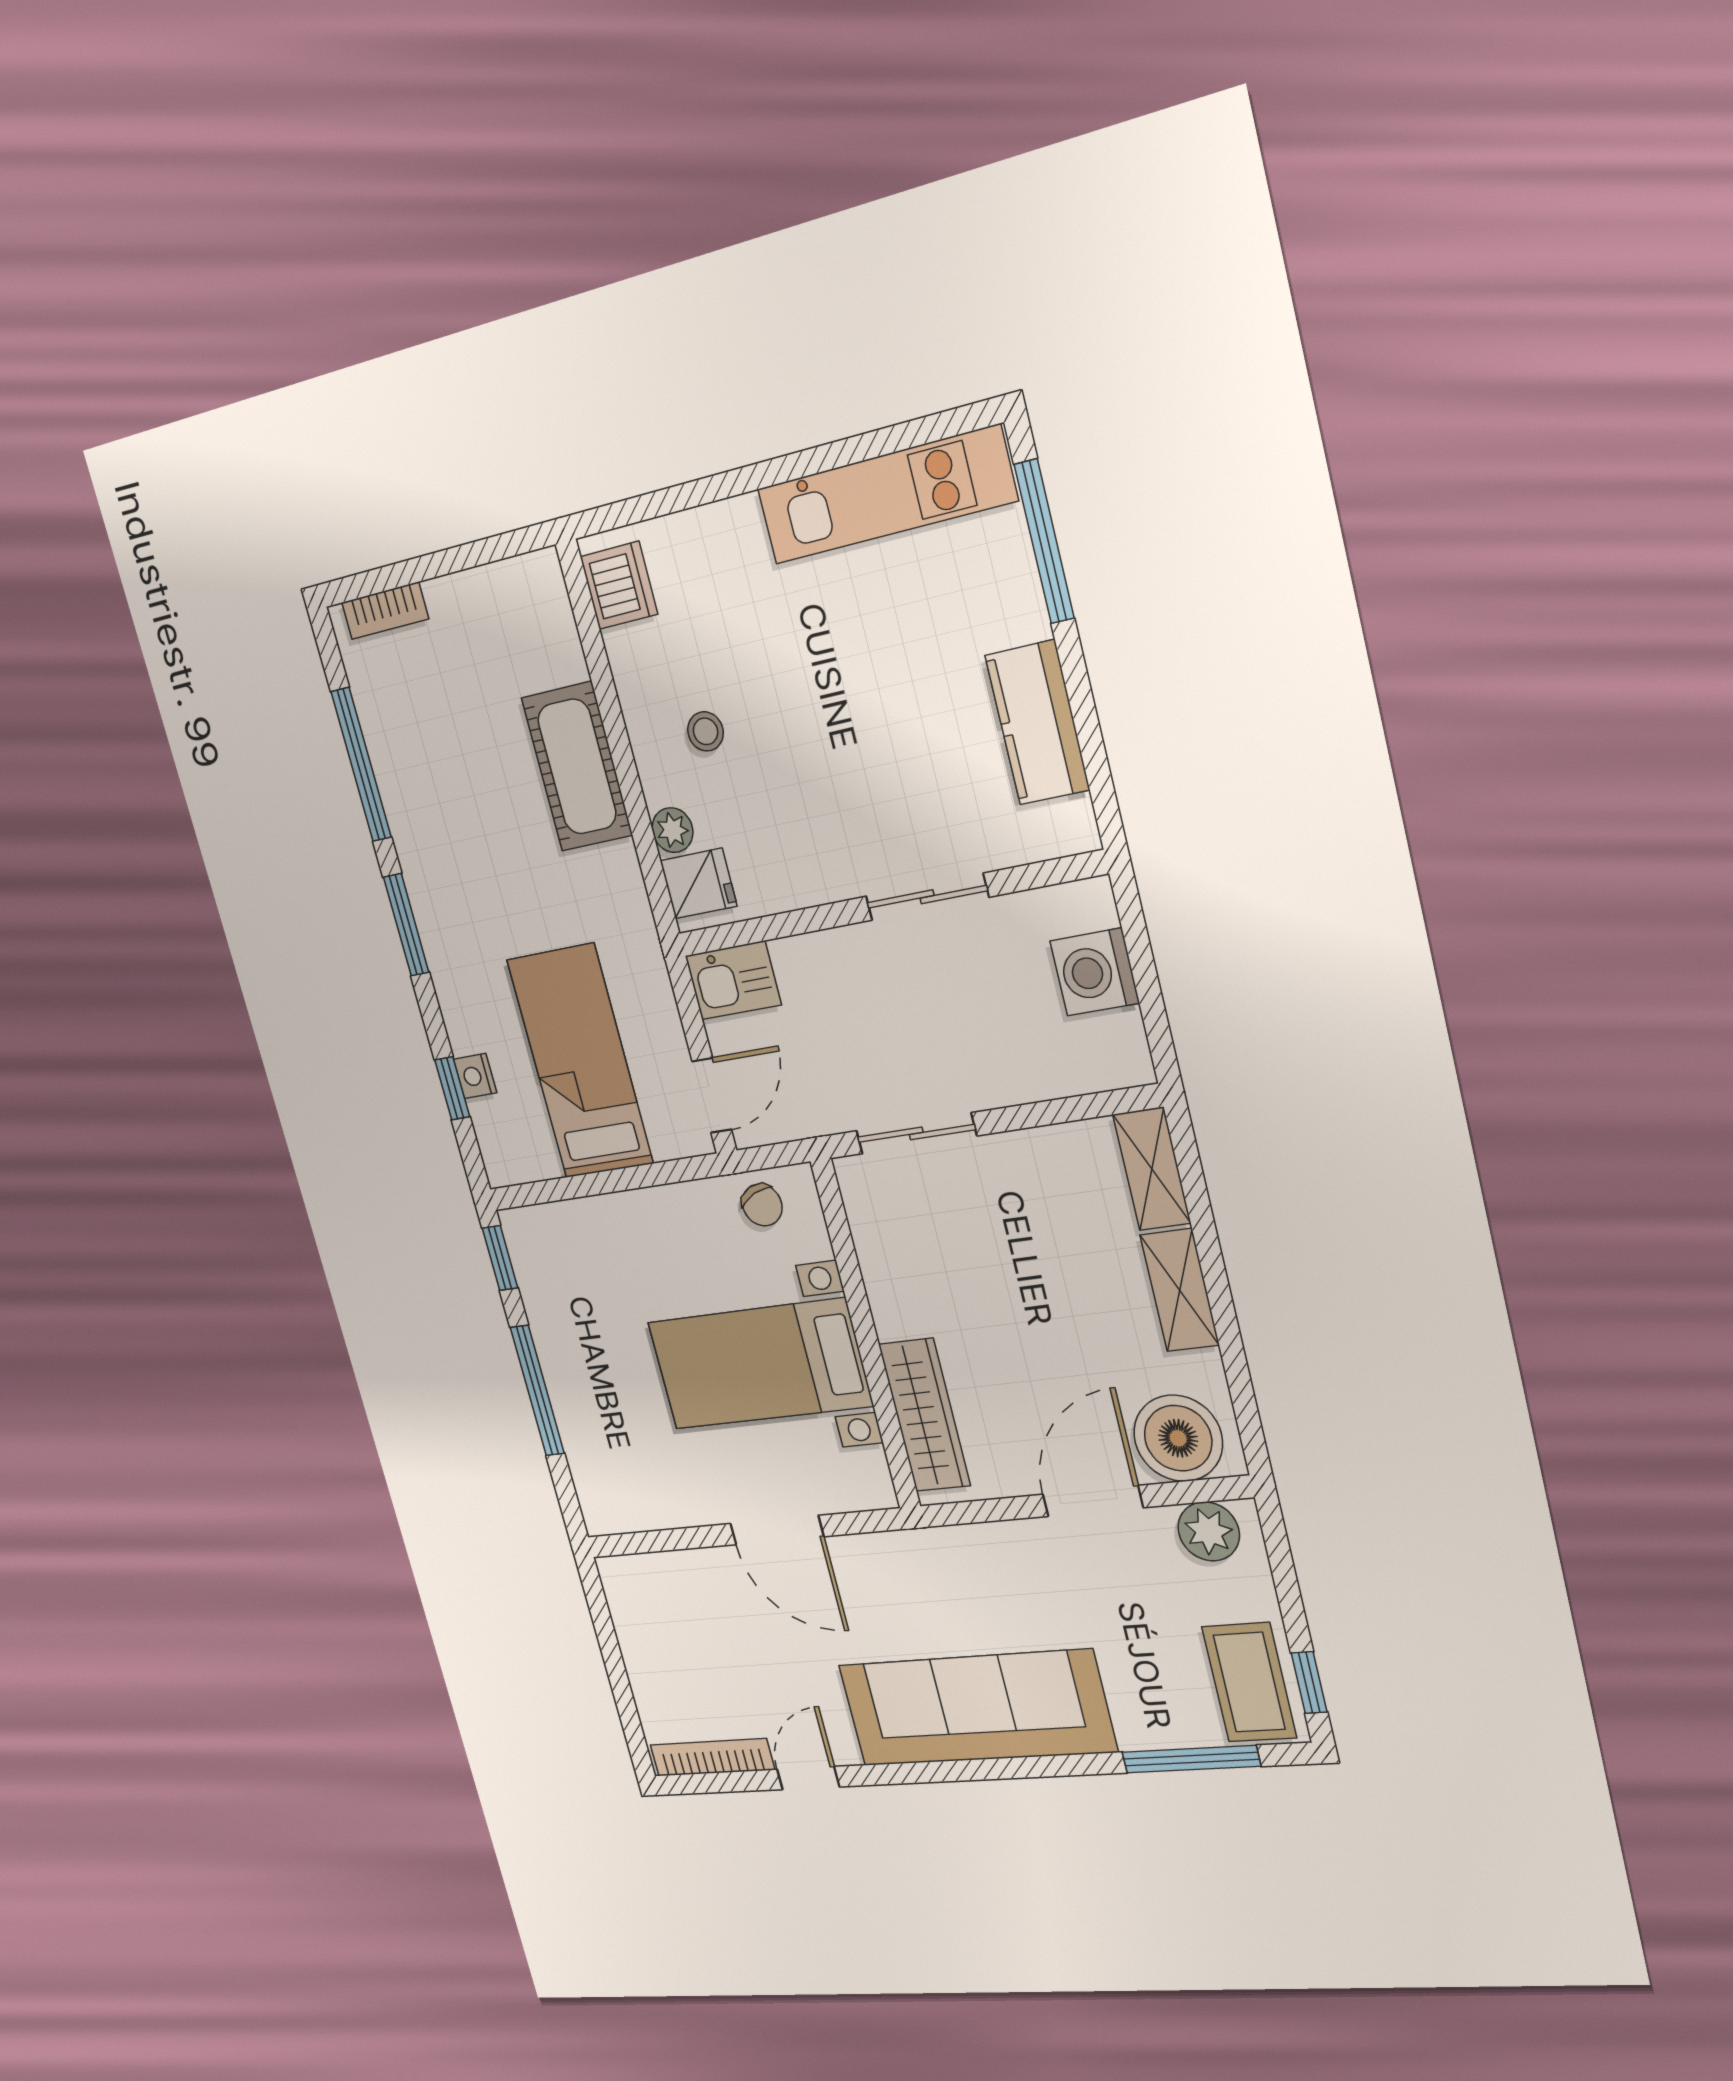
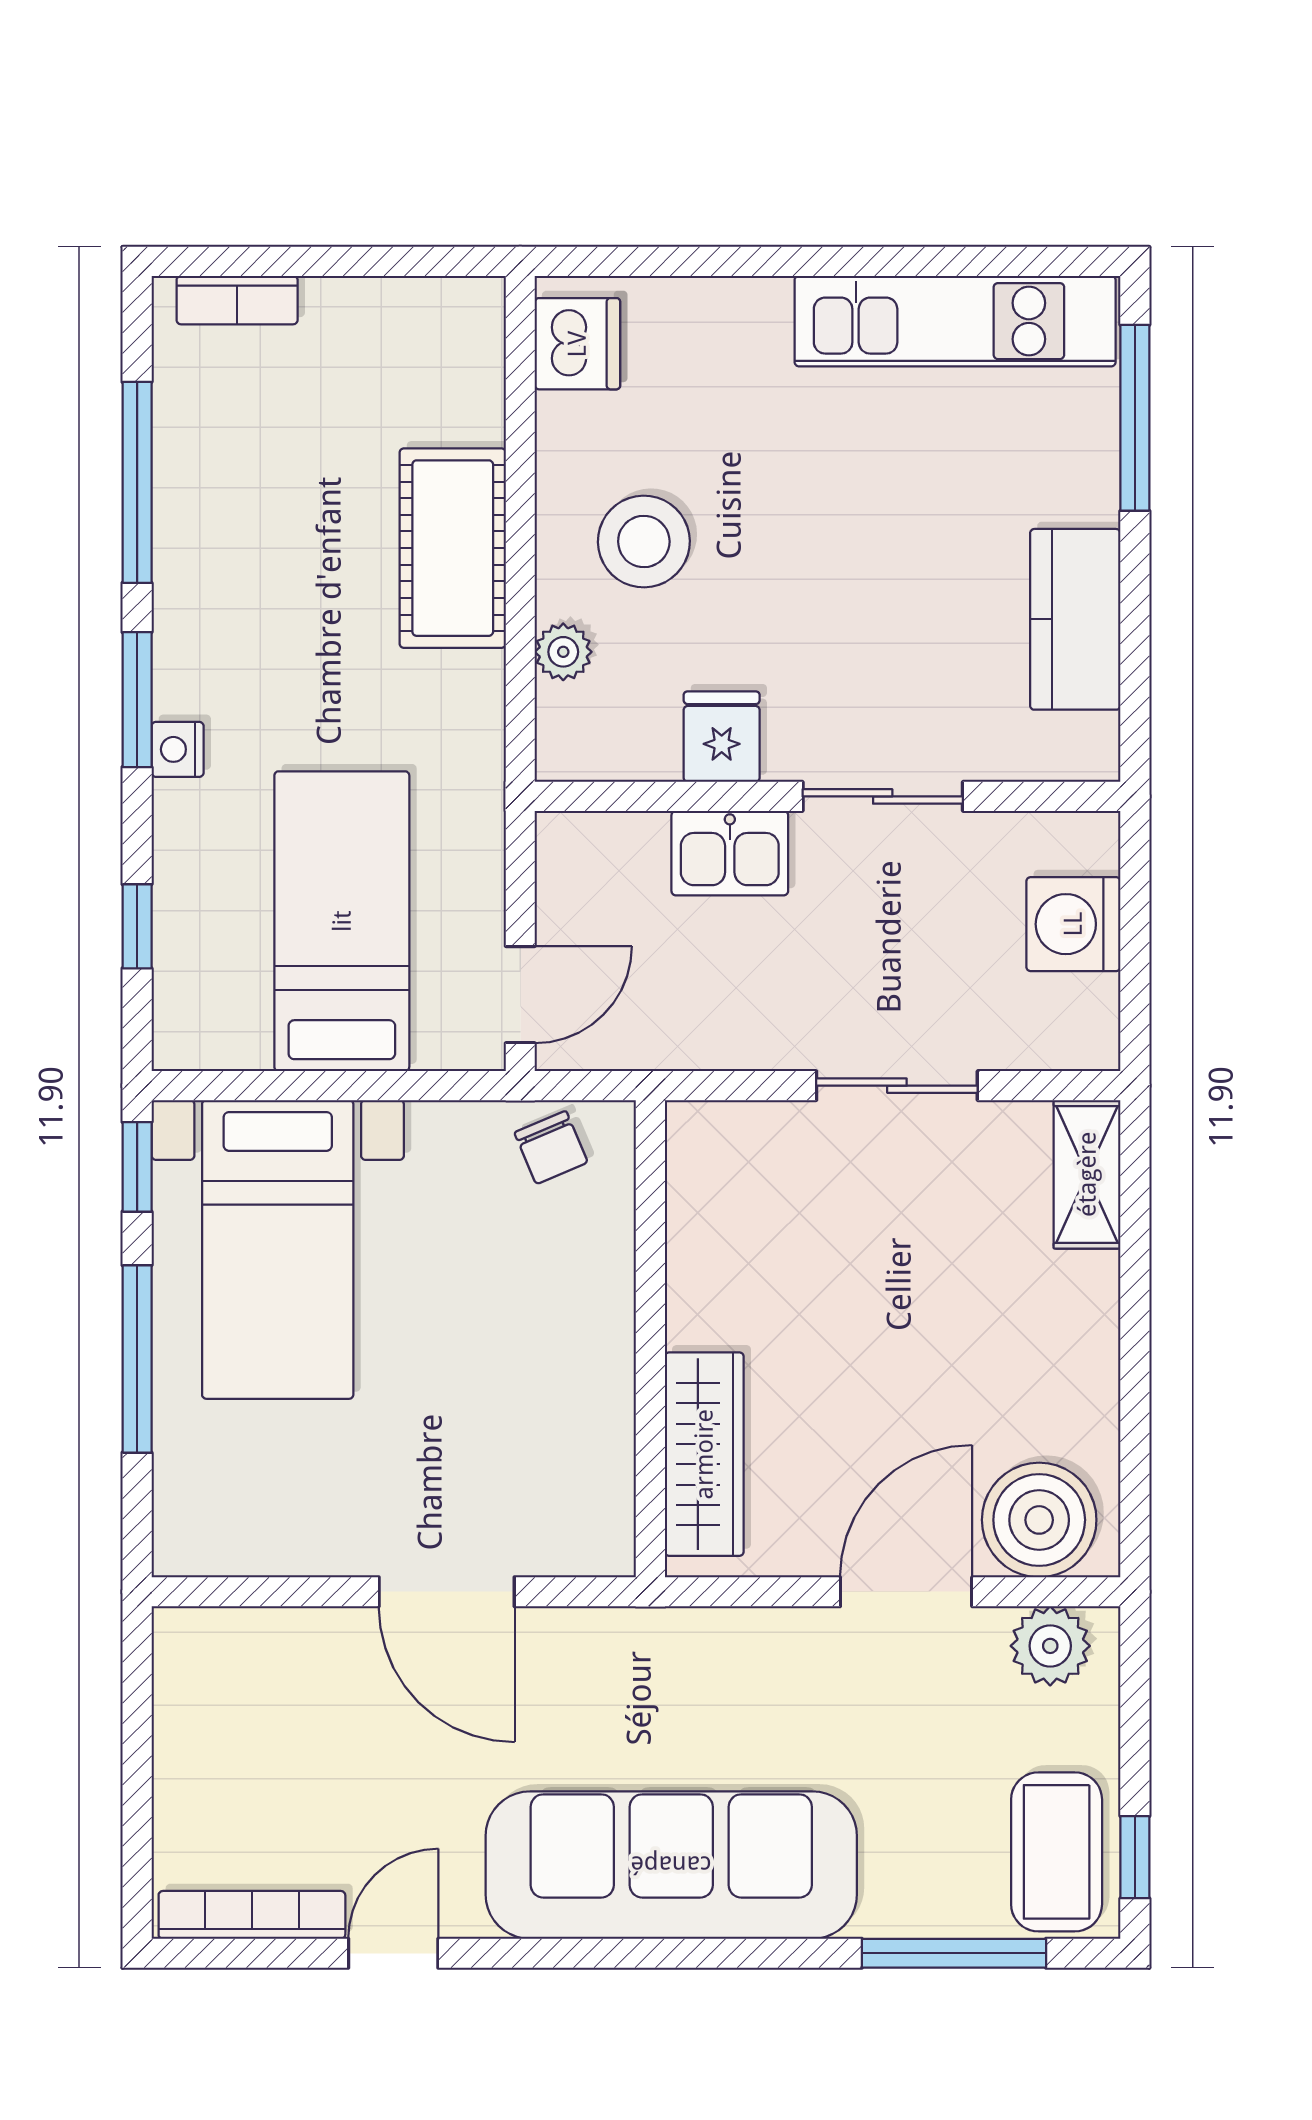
stool: (706, 731) -> (644, 542), width x1.89, depth x1.89
fridge: (699, 883) -> (722, 737), moved, turned -90
kitchen sink: (733, 980) -> (730, 853), moved
nightstand: (475, 1076) -> (178, 749), moved
sliding door: (916, 1133) -> (897, 1086), moved
shelving: (1180, 1290) -> (1086, 1330), removed
bed with nightstands: (760, 1364) -> (278, 1249), moved, turned -90

